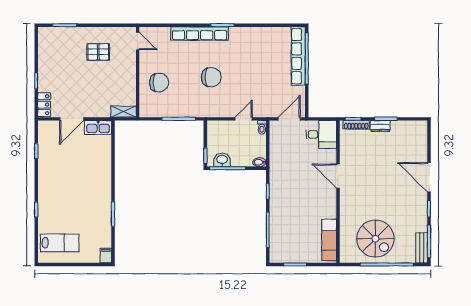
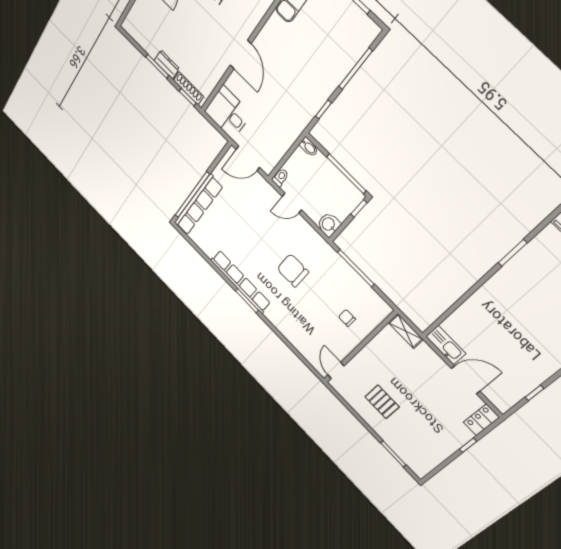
row of seats: (200, 34) -> (240, 282), moved
chair: (159, 83) -> (347, 318), width x0.54, depth x0.54
washbasin: (222, 160) -> (329, 224), moved, turned 90

